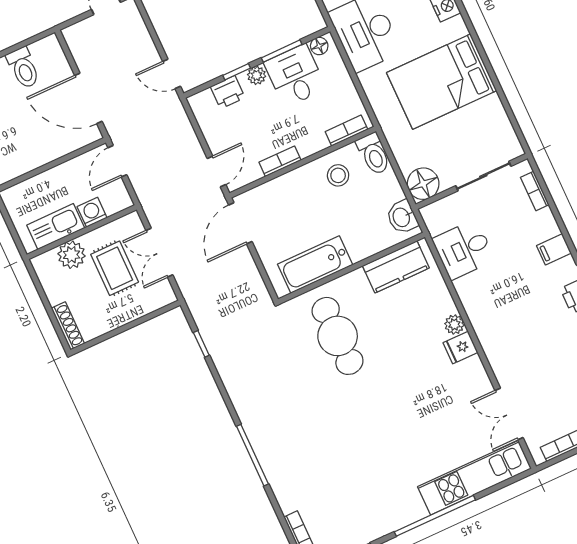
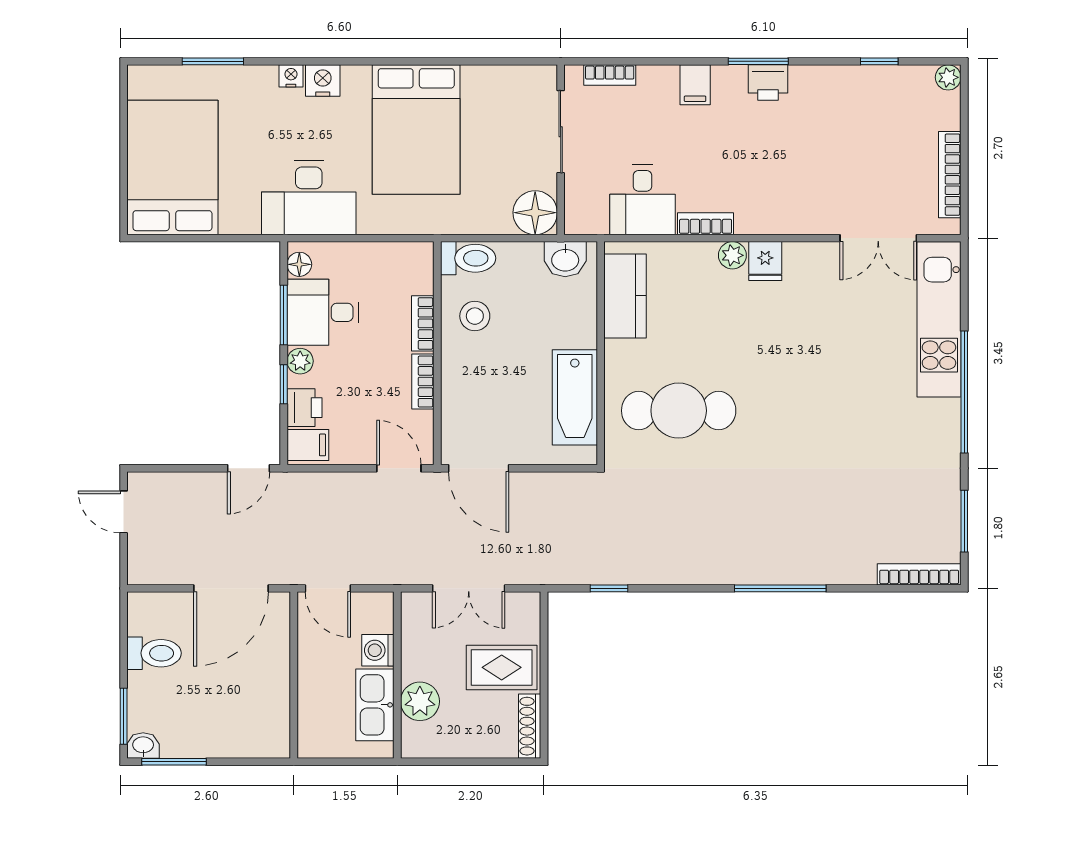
filing cabinet: (204, 106) -> (308, 445), added
bookcase: (346, 131) -> (423, 323), moved
rug: (115, 268) -> (502, 667), moved
bookcase: (467, 298) -> (706, 224), added
shoe rack: (68, 326) -> (530, 726), moved, turned -90

